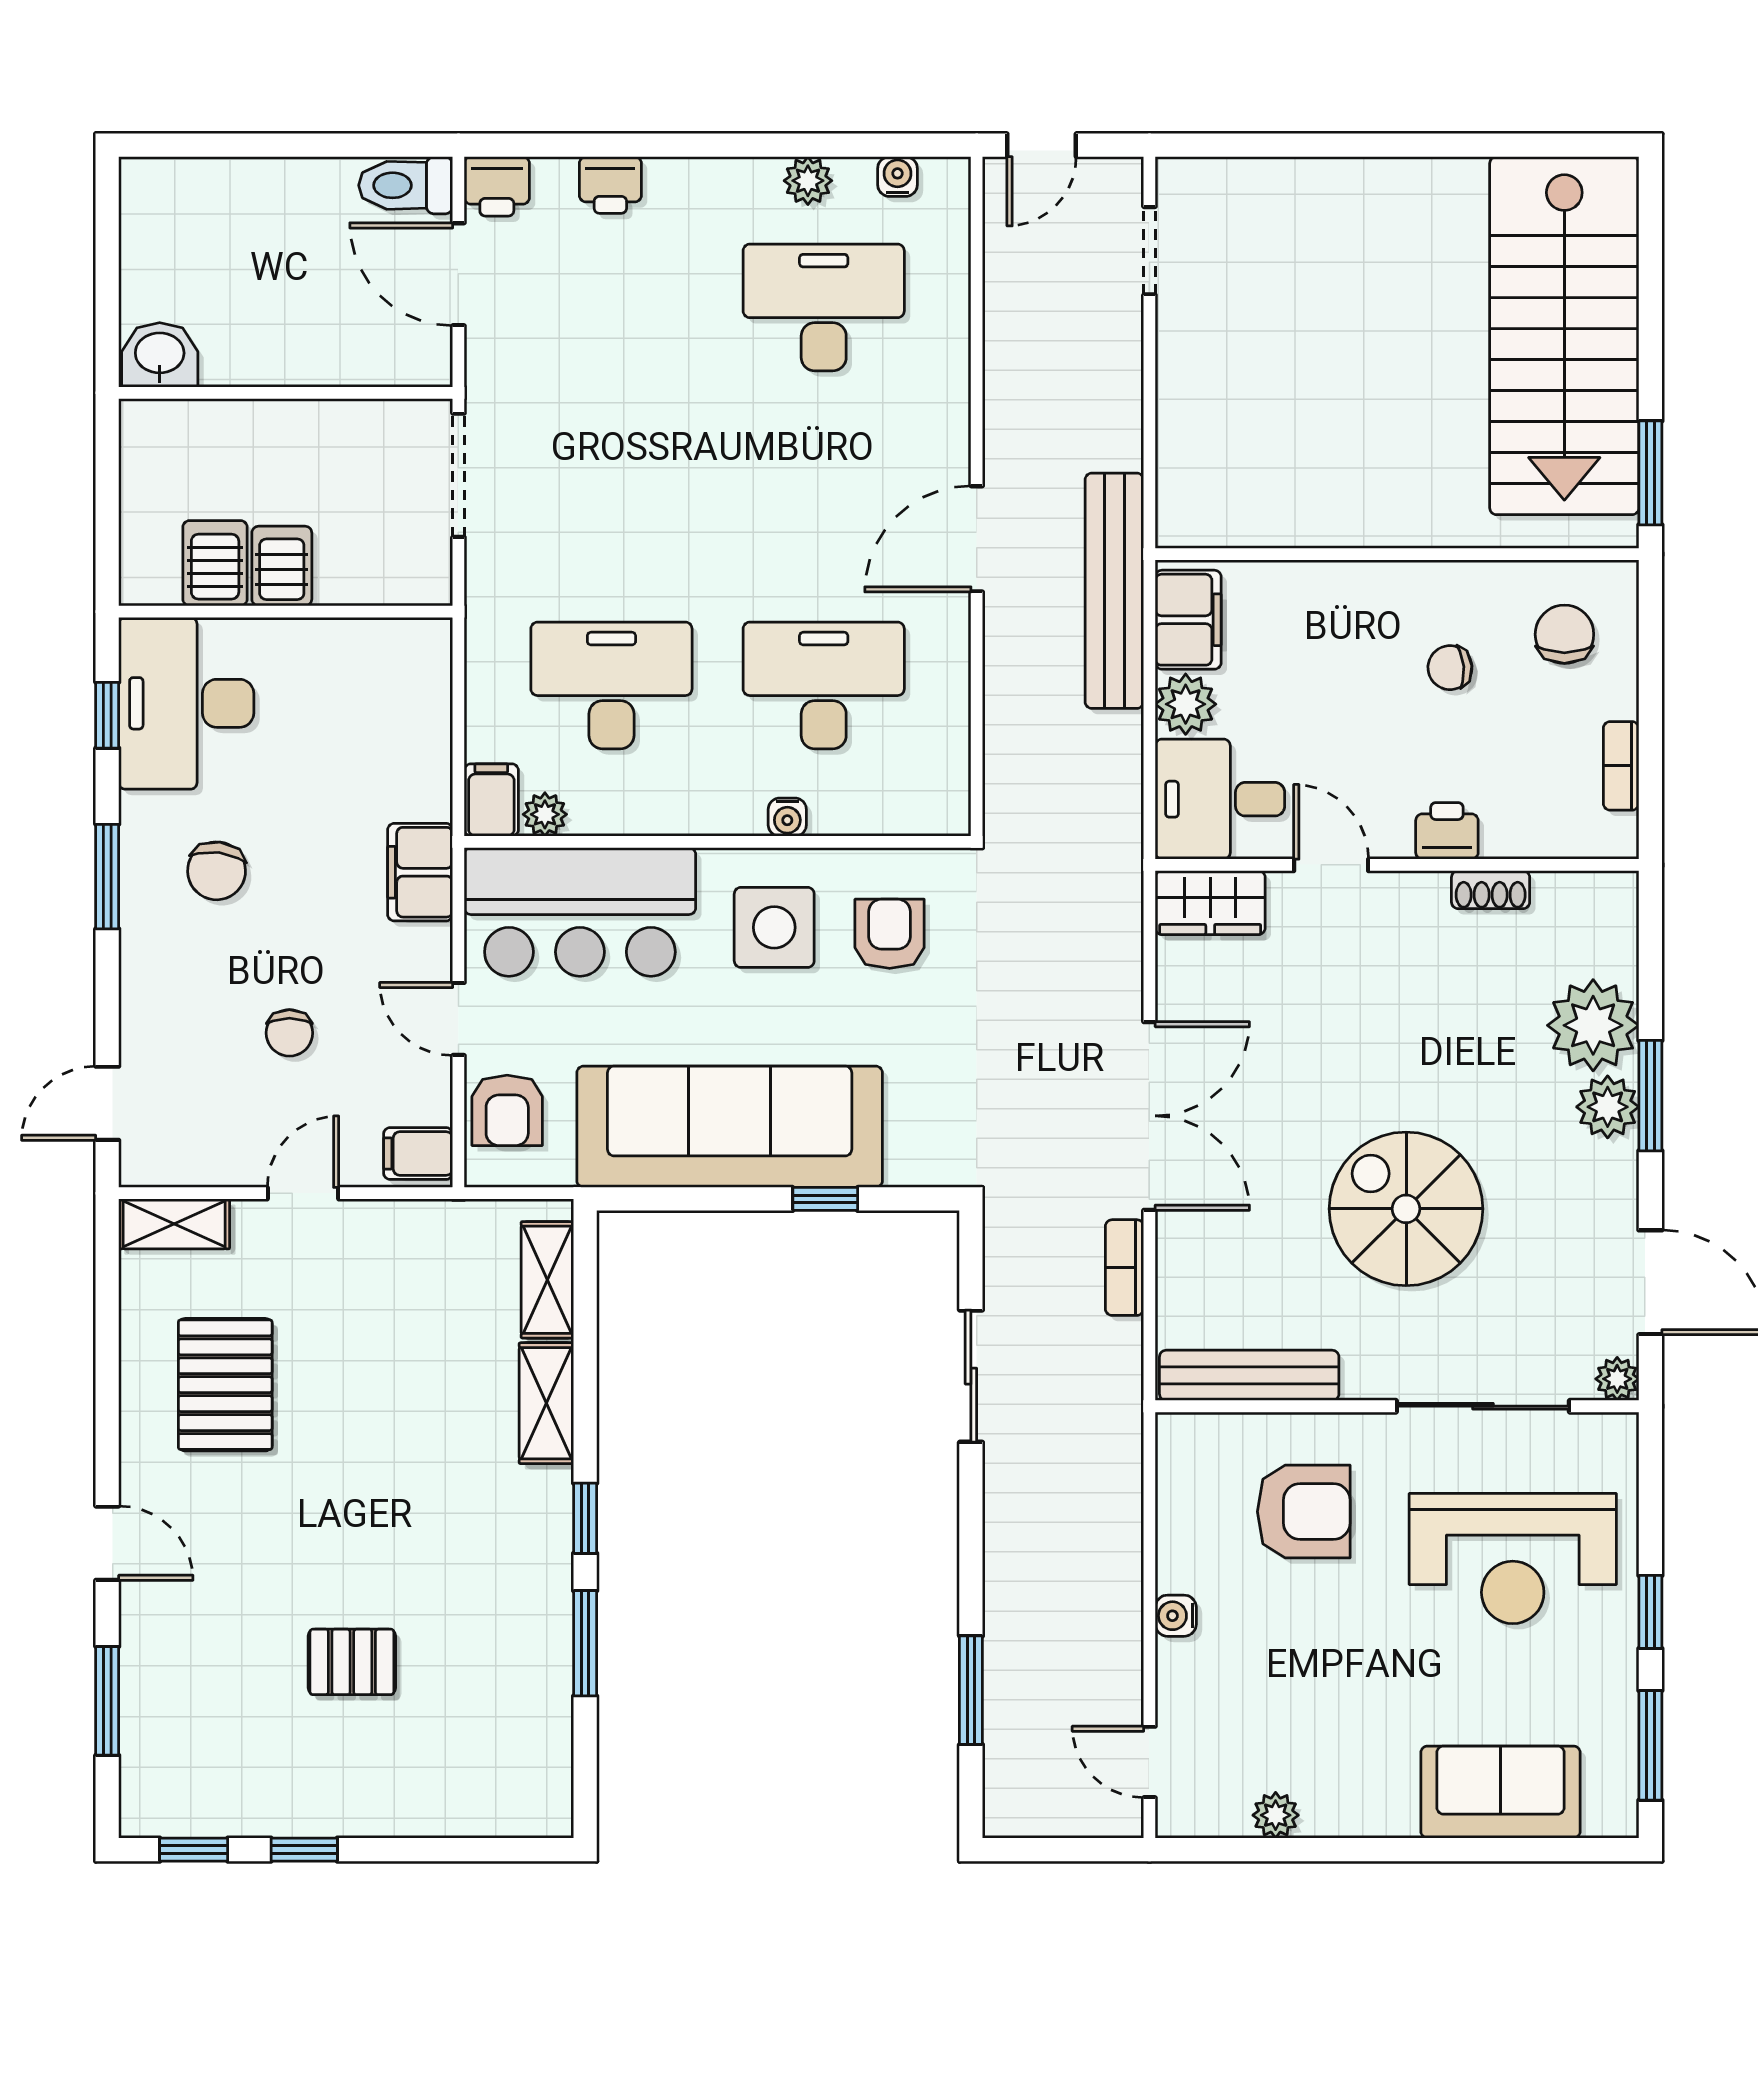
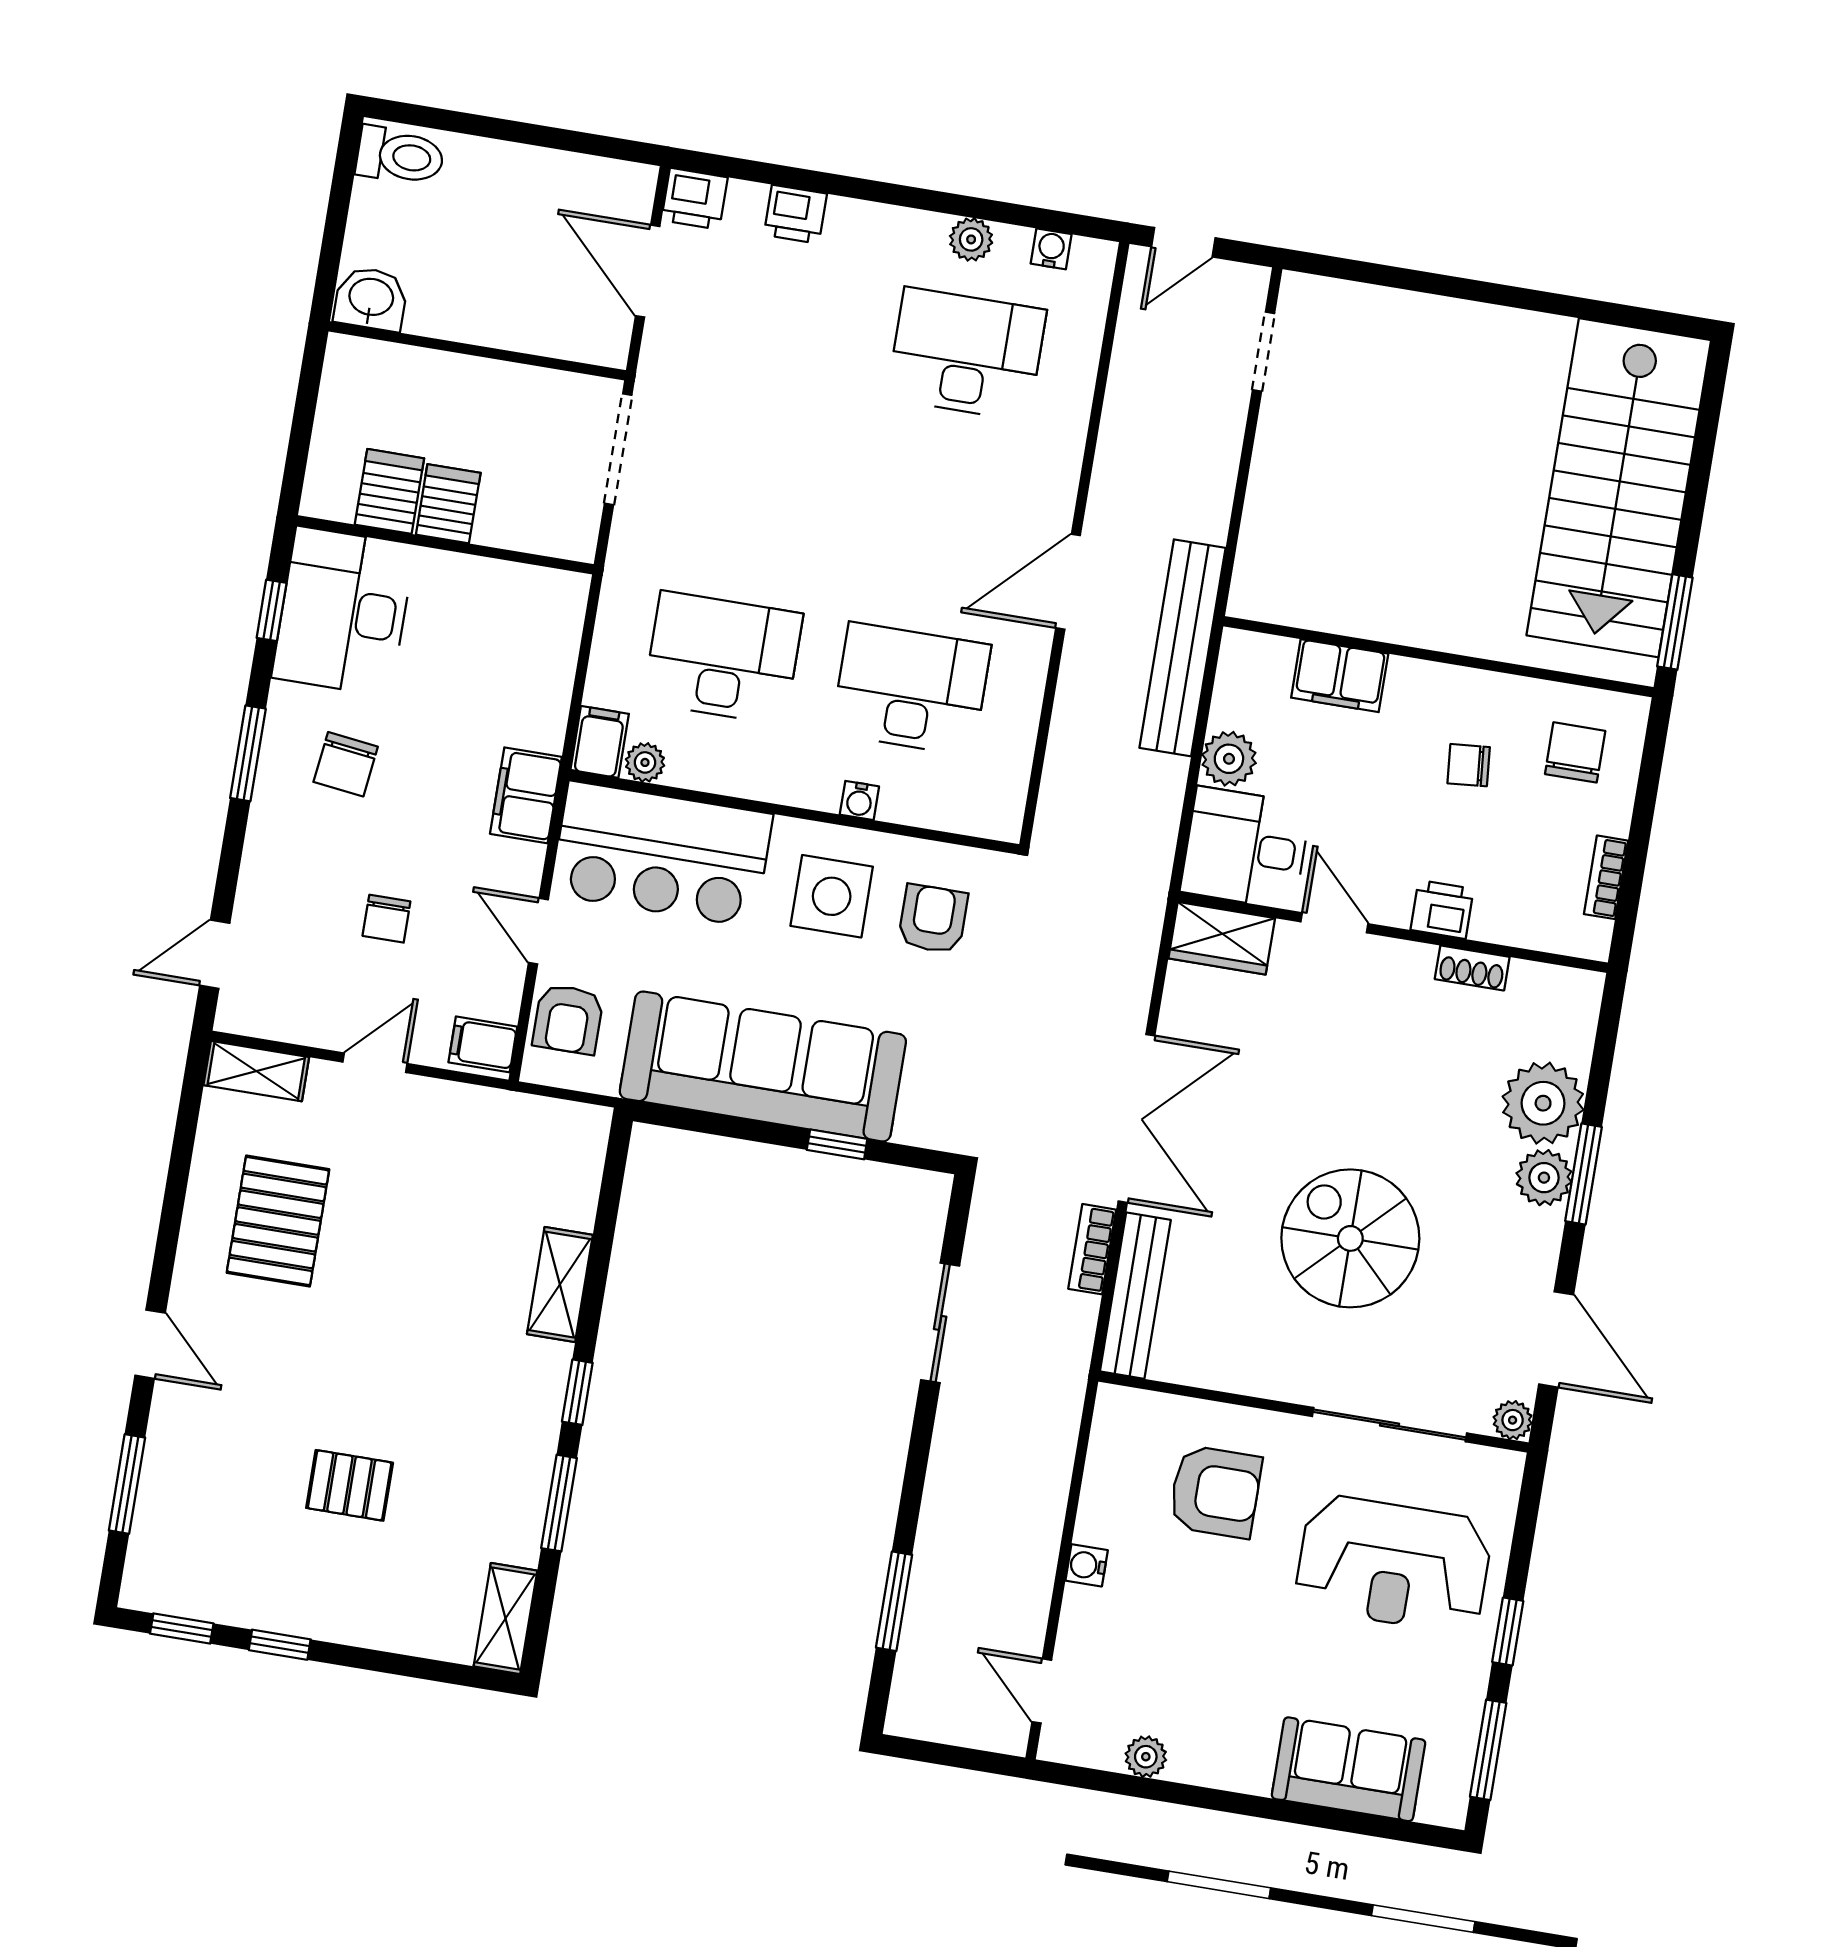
toilet: (406, 185) -> (400, 156), moved, turned 180
filing cabinet: (1188, 620) -> (1340, 676), moved, turned 90
shelving: (547, 1280) -> (506, 1618), moved
bench: (1249, 1375) -> (1135, 1296), moved, turned 90

